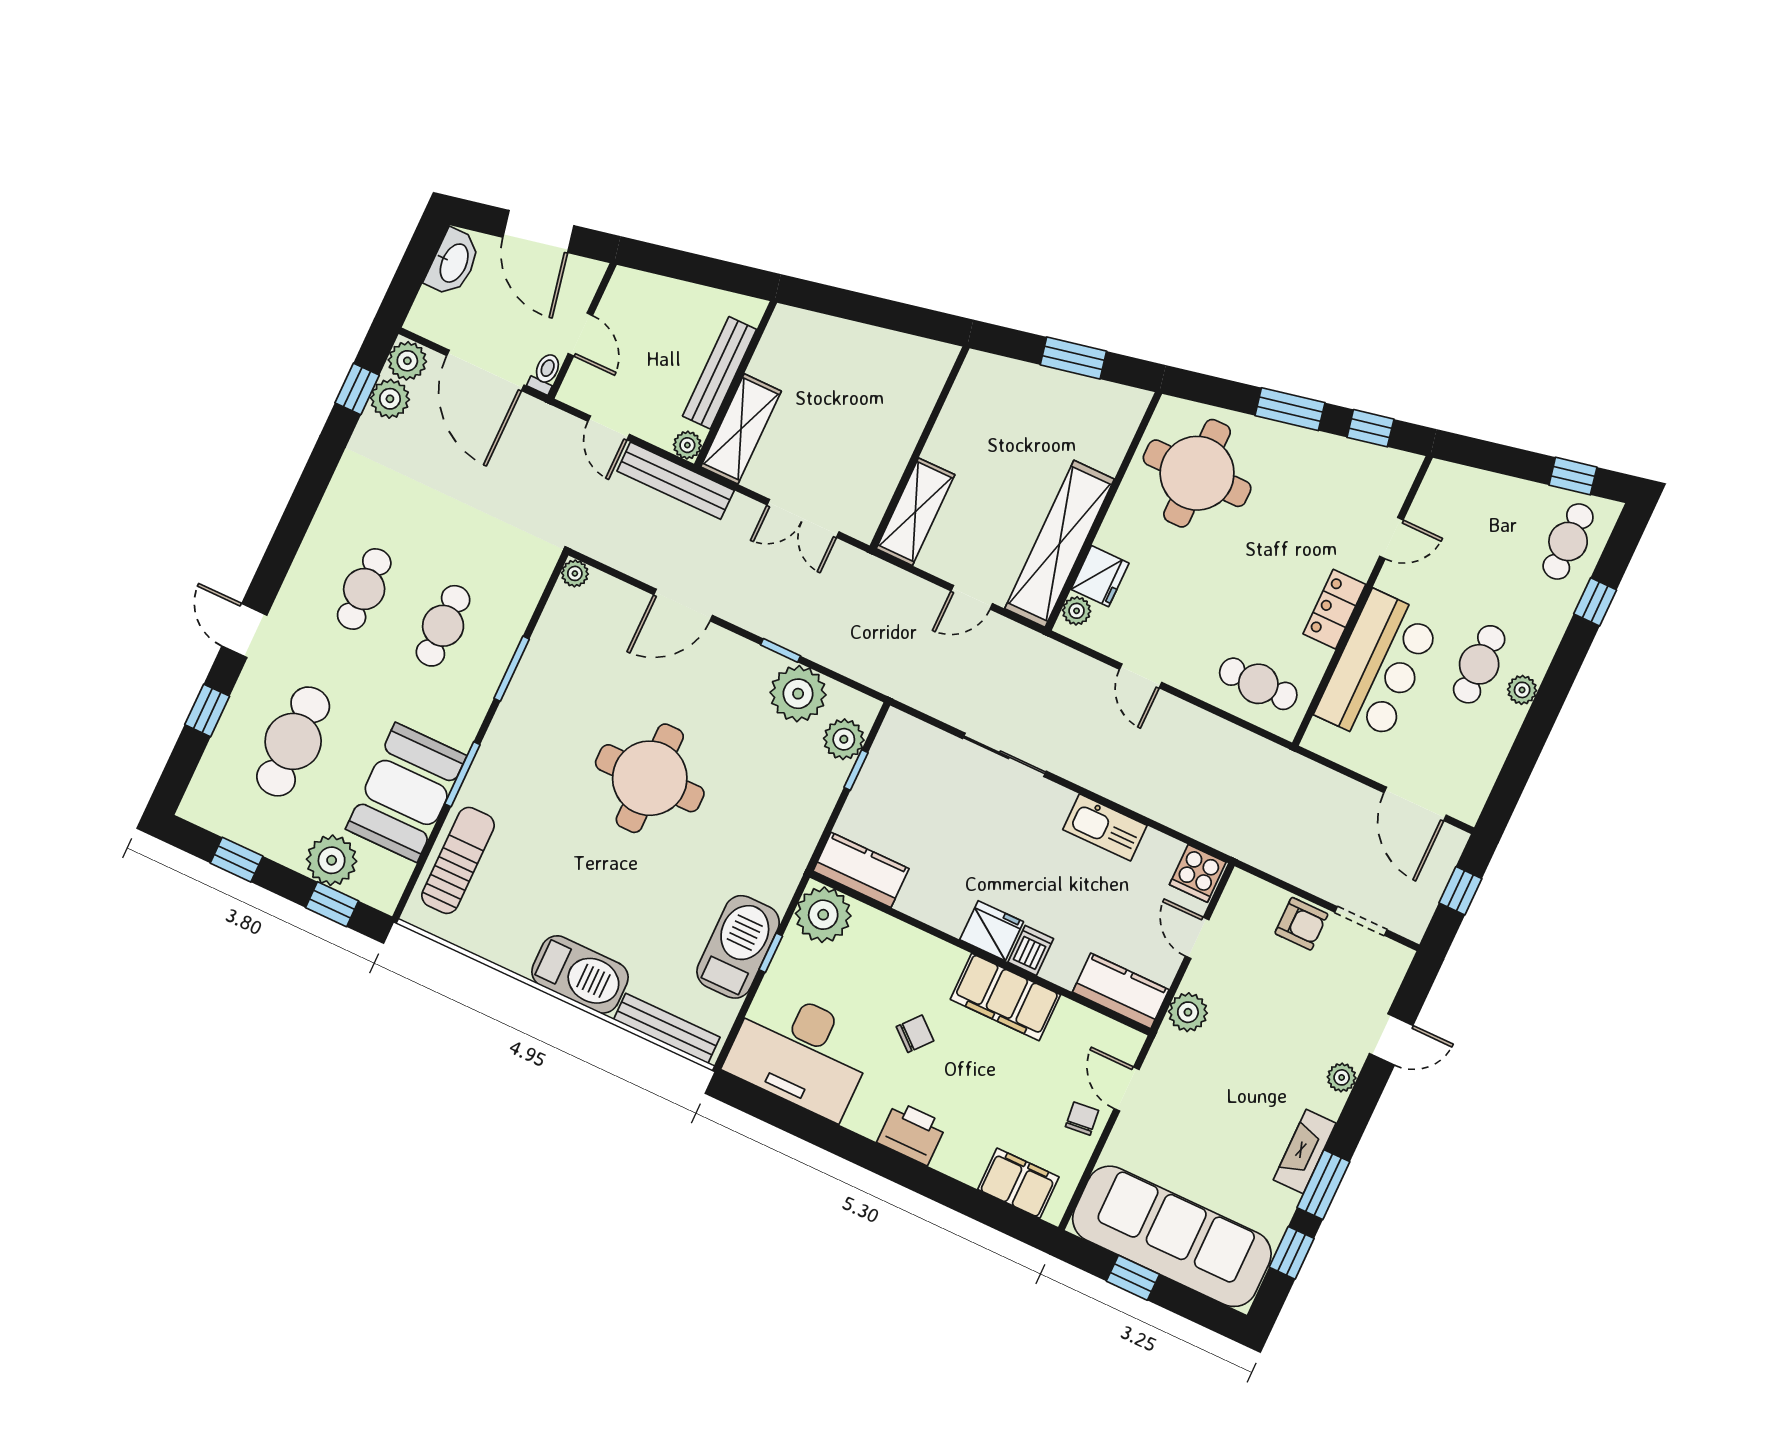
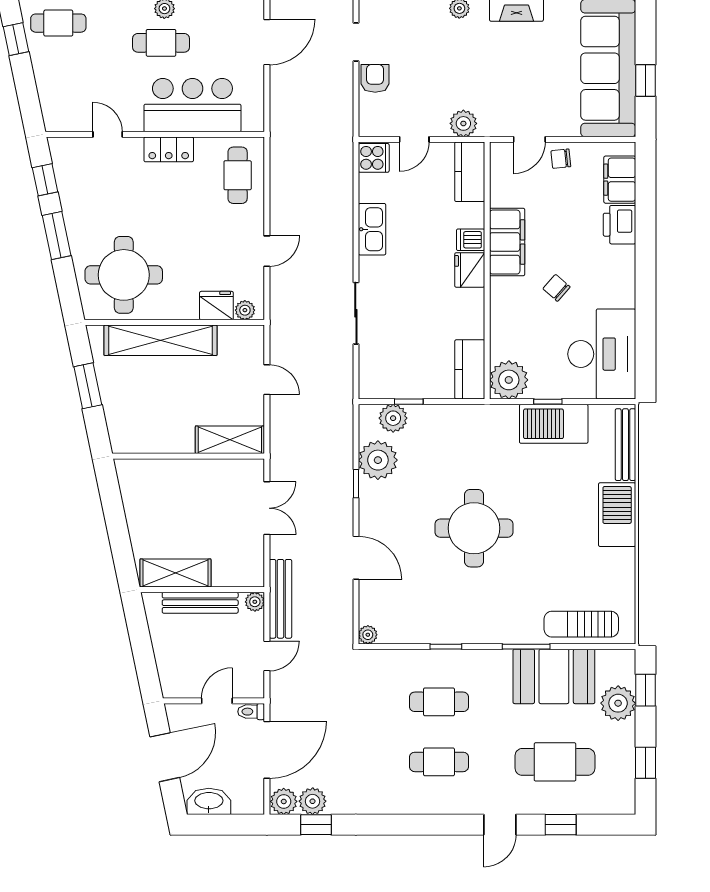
shelving: (741, 429) -> (175, 573), moved
shelving: (1059, 544) -> (160, 340), moved
window: (512, 669) -> (446, 647), width x0.67
printer: (912, 1133) -> (619, 225), moved

